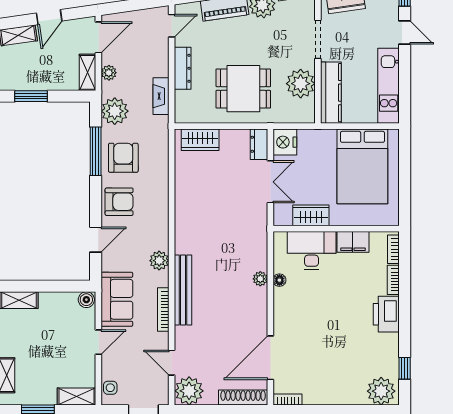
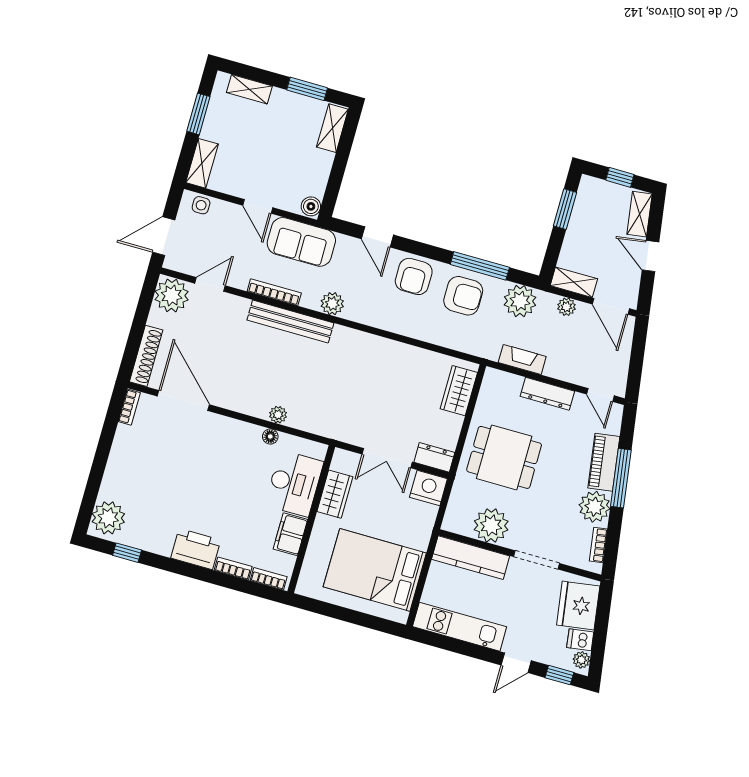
dining table: (243, 89) -> (504, 457), turned 90

